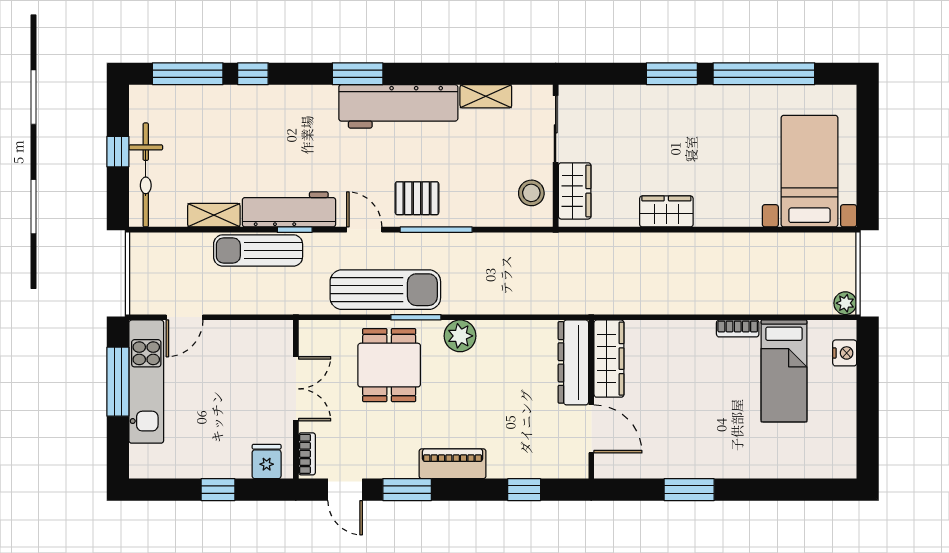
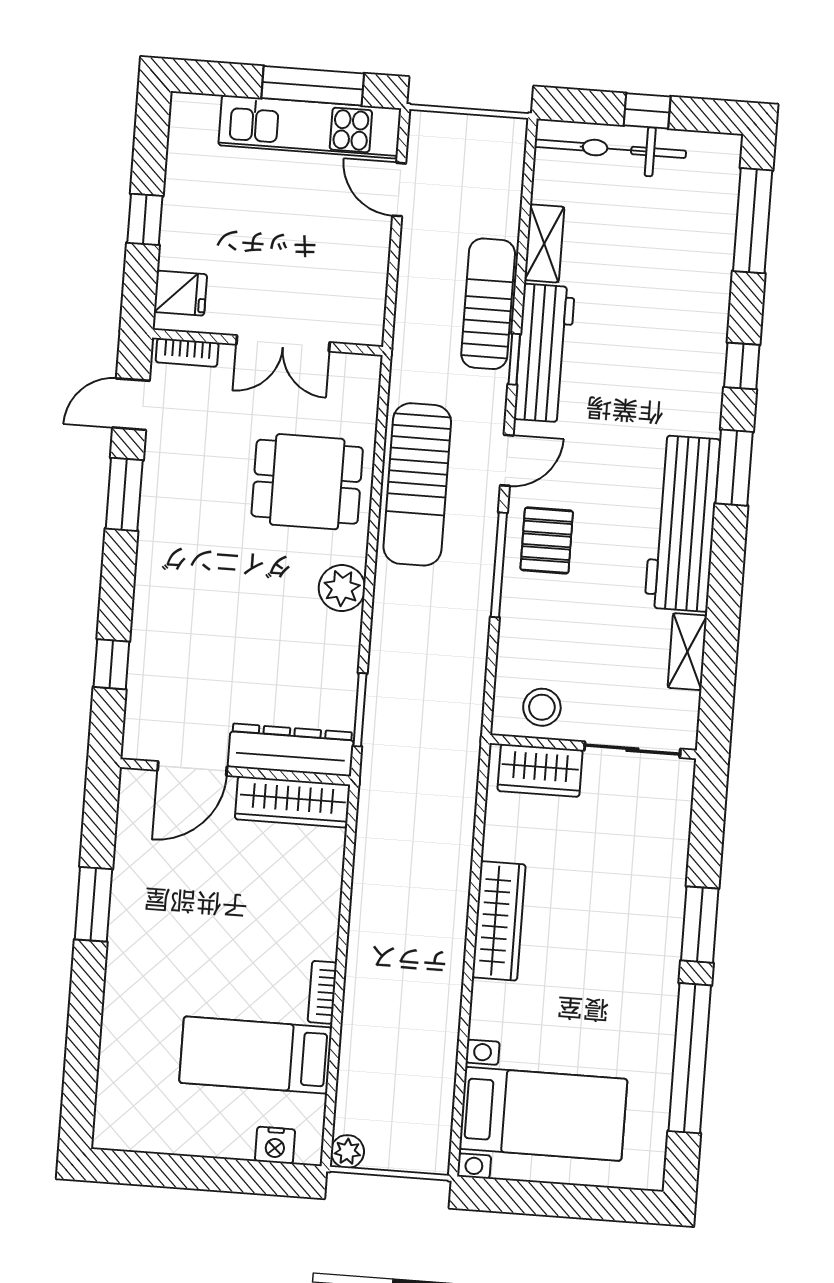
window: (253, 74) -> (742, 366), moved
wardrobe: (666, 211) -> (499, 921), width x1.50
window: (416, 317) -> (360, 710), moved
piano: (453, 464) -> (157, 563), removed

